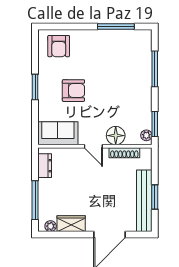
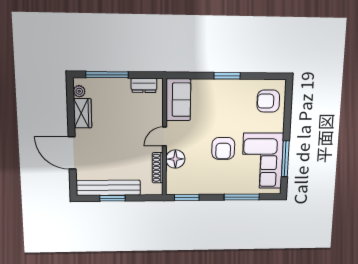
corner sofa: (118, 49) -> (263, 161), added
armchair: (73, 91) -> (223, 148), moved
plant: (146, 135) -> (175, 189), removed

